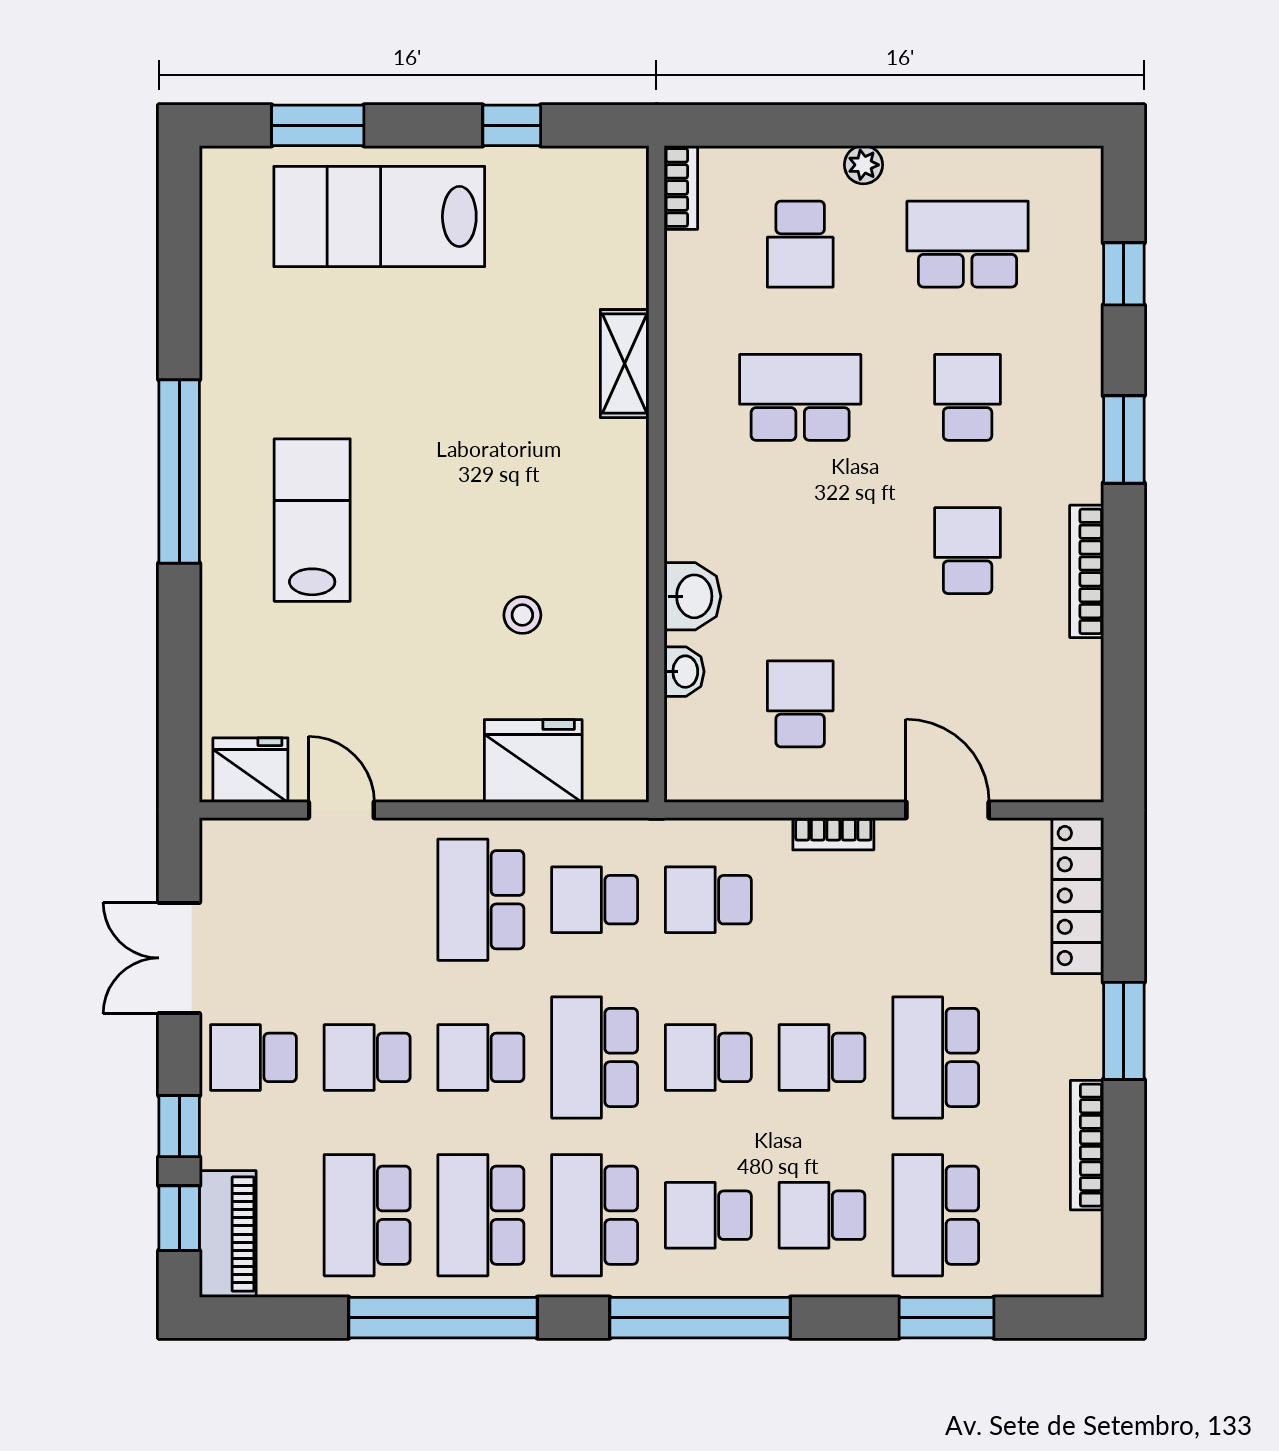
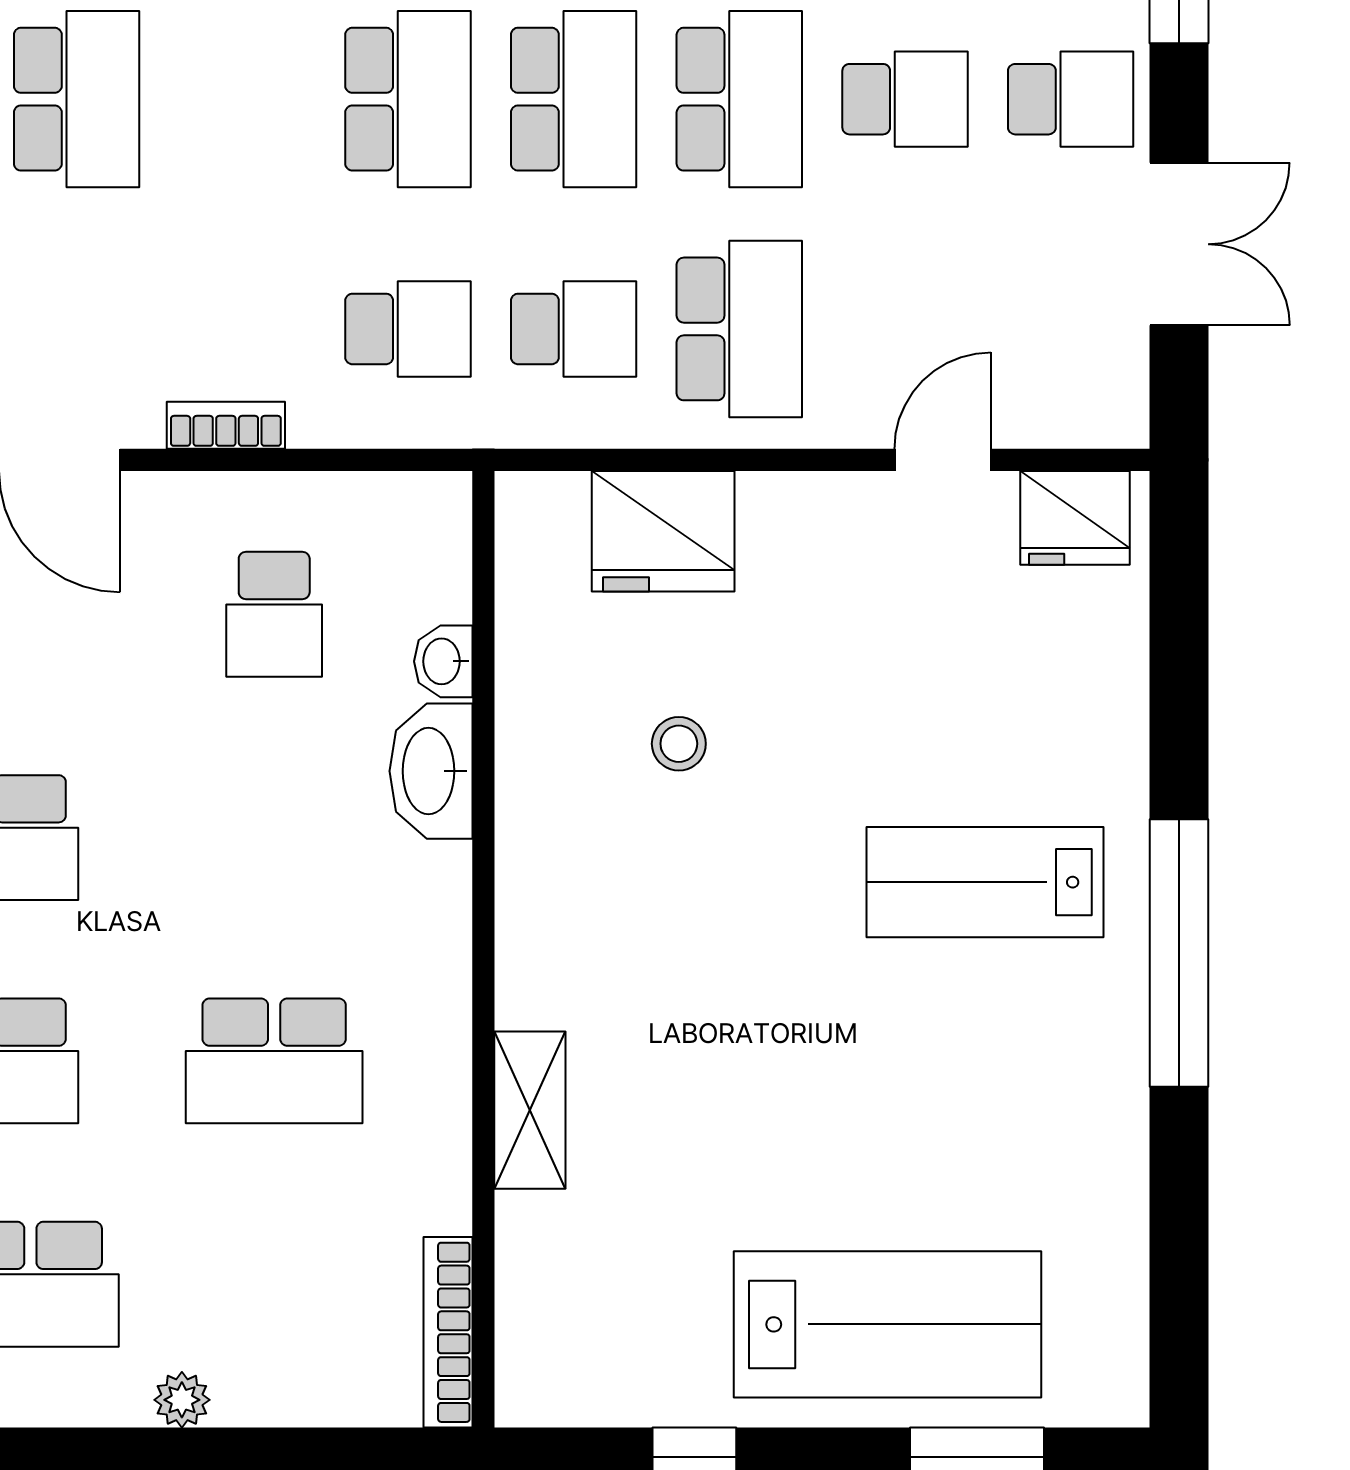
bookcase: (681, 187) -> (448, 1332), width x1.56
school desk: (800, 244) -> (274, 1284), removed
lab bench: (312, 520) -> (985, 882), turned 90
washbasin: (693, 596) -> (431, 771), width x1.38
door: (341, 810) -> (943, 460), swing flipped
school desk: (481, 1057) -> (739, 99), width x1.85
school desk: (708, 1057) -> (408, 99), width x1.85
school desk: (822, 1057) -> (242, 99), removed

